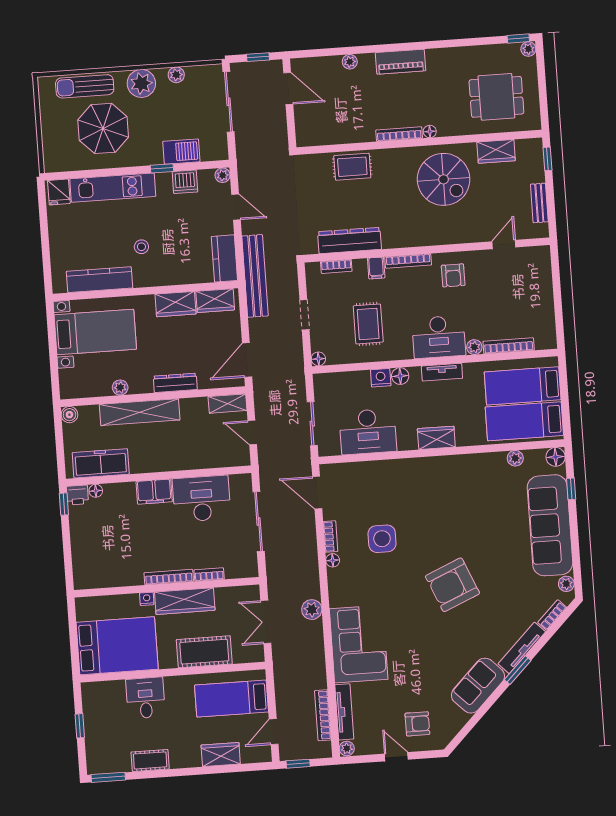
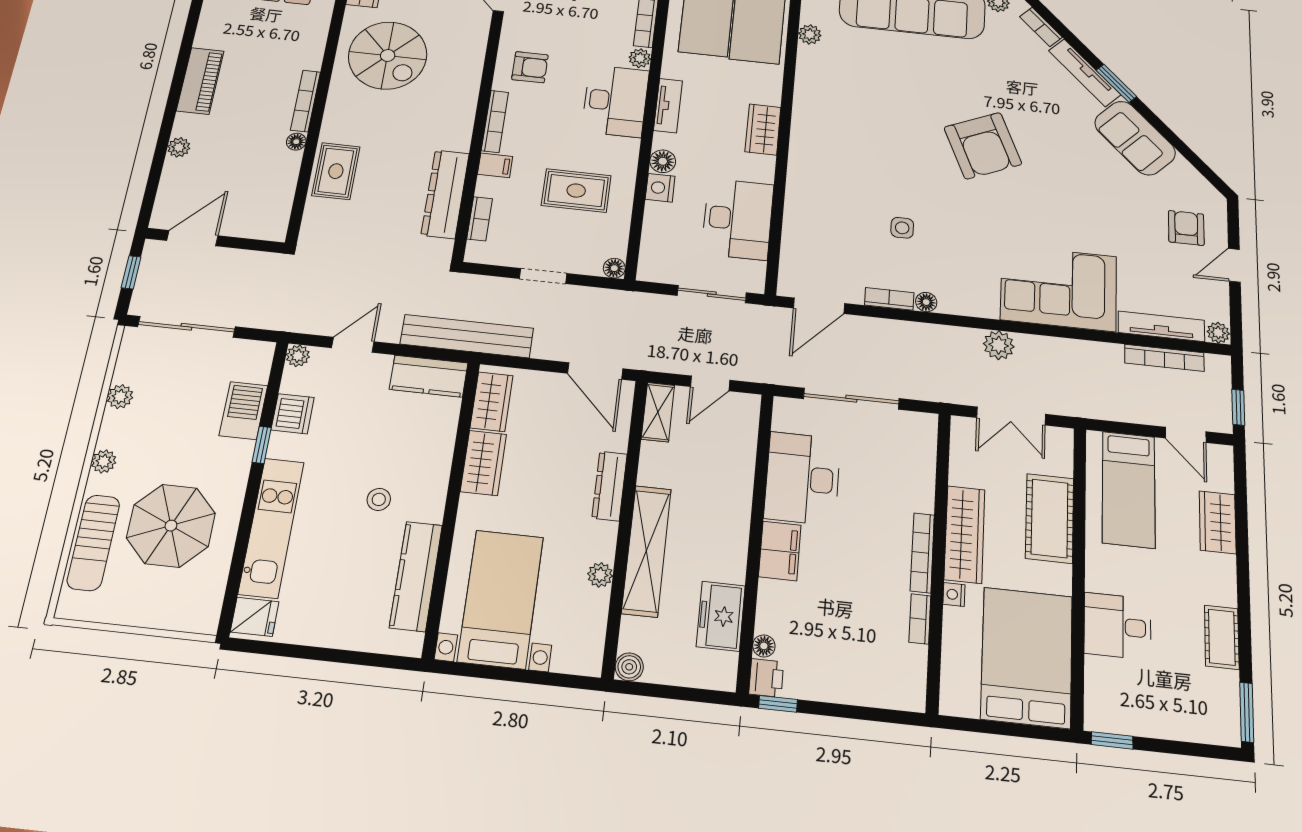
plant: (141, 83) -> (104, 461), width x0.53, depth x0.53
floor lamp: (430, 131) -> (296, 142), moved
spiral stairs: (444, 179) -> (388, 55), turned 90
freezer: (101, 463) -> (721, 616), width x0.71
side table: (382, 539) -> (902, 228), width x0.54, depth x0.54
bookcase: (209, 575) -> (920, 619), moved
window: (80, 726) -> (1112, 740), moved

